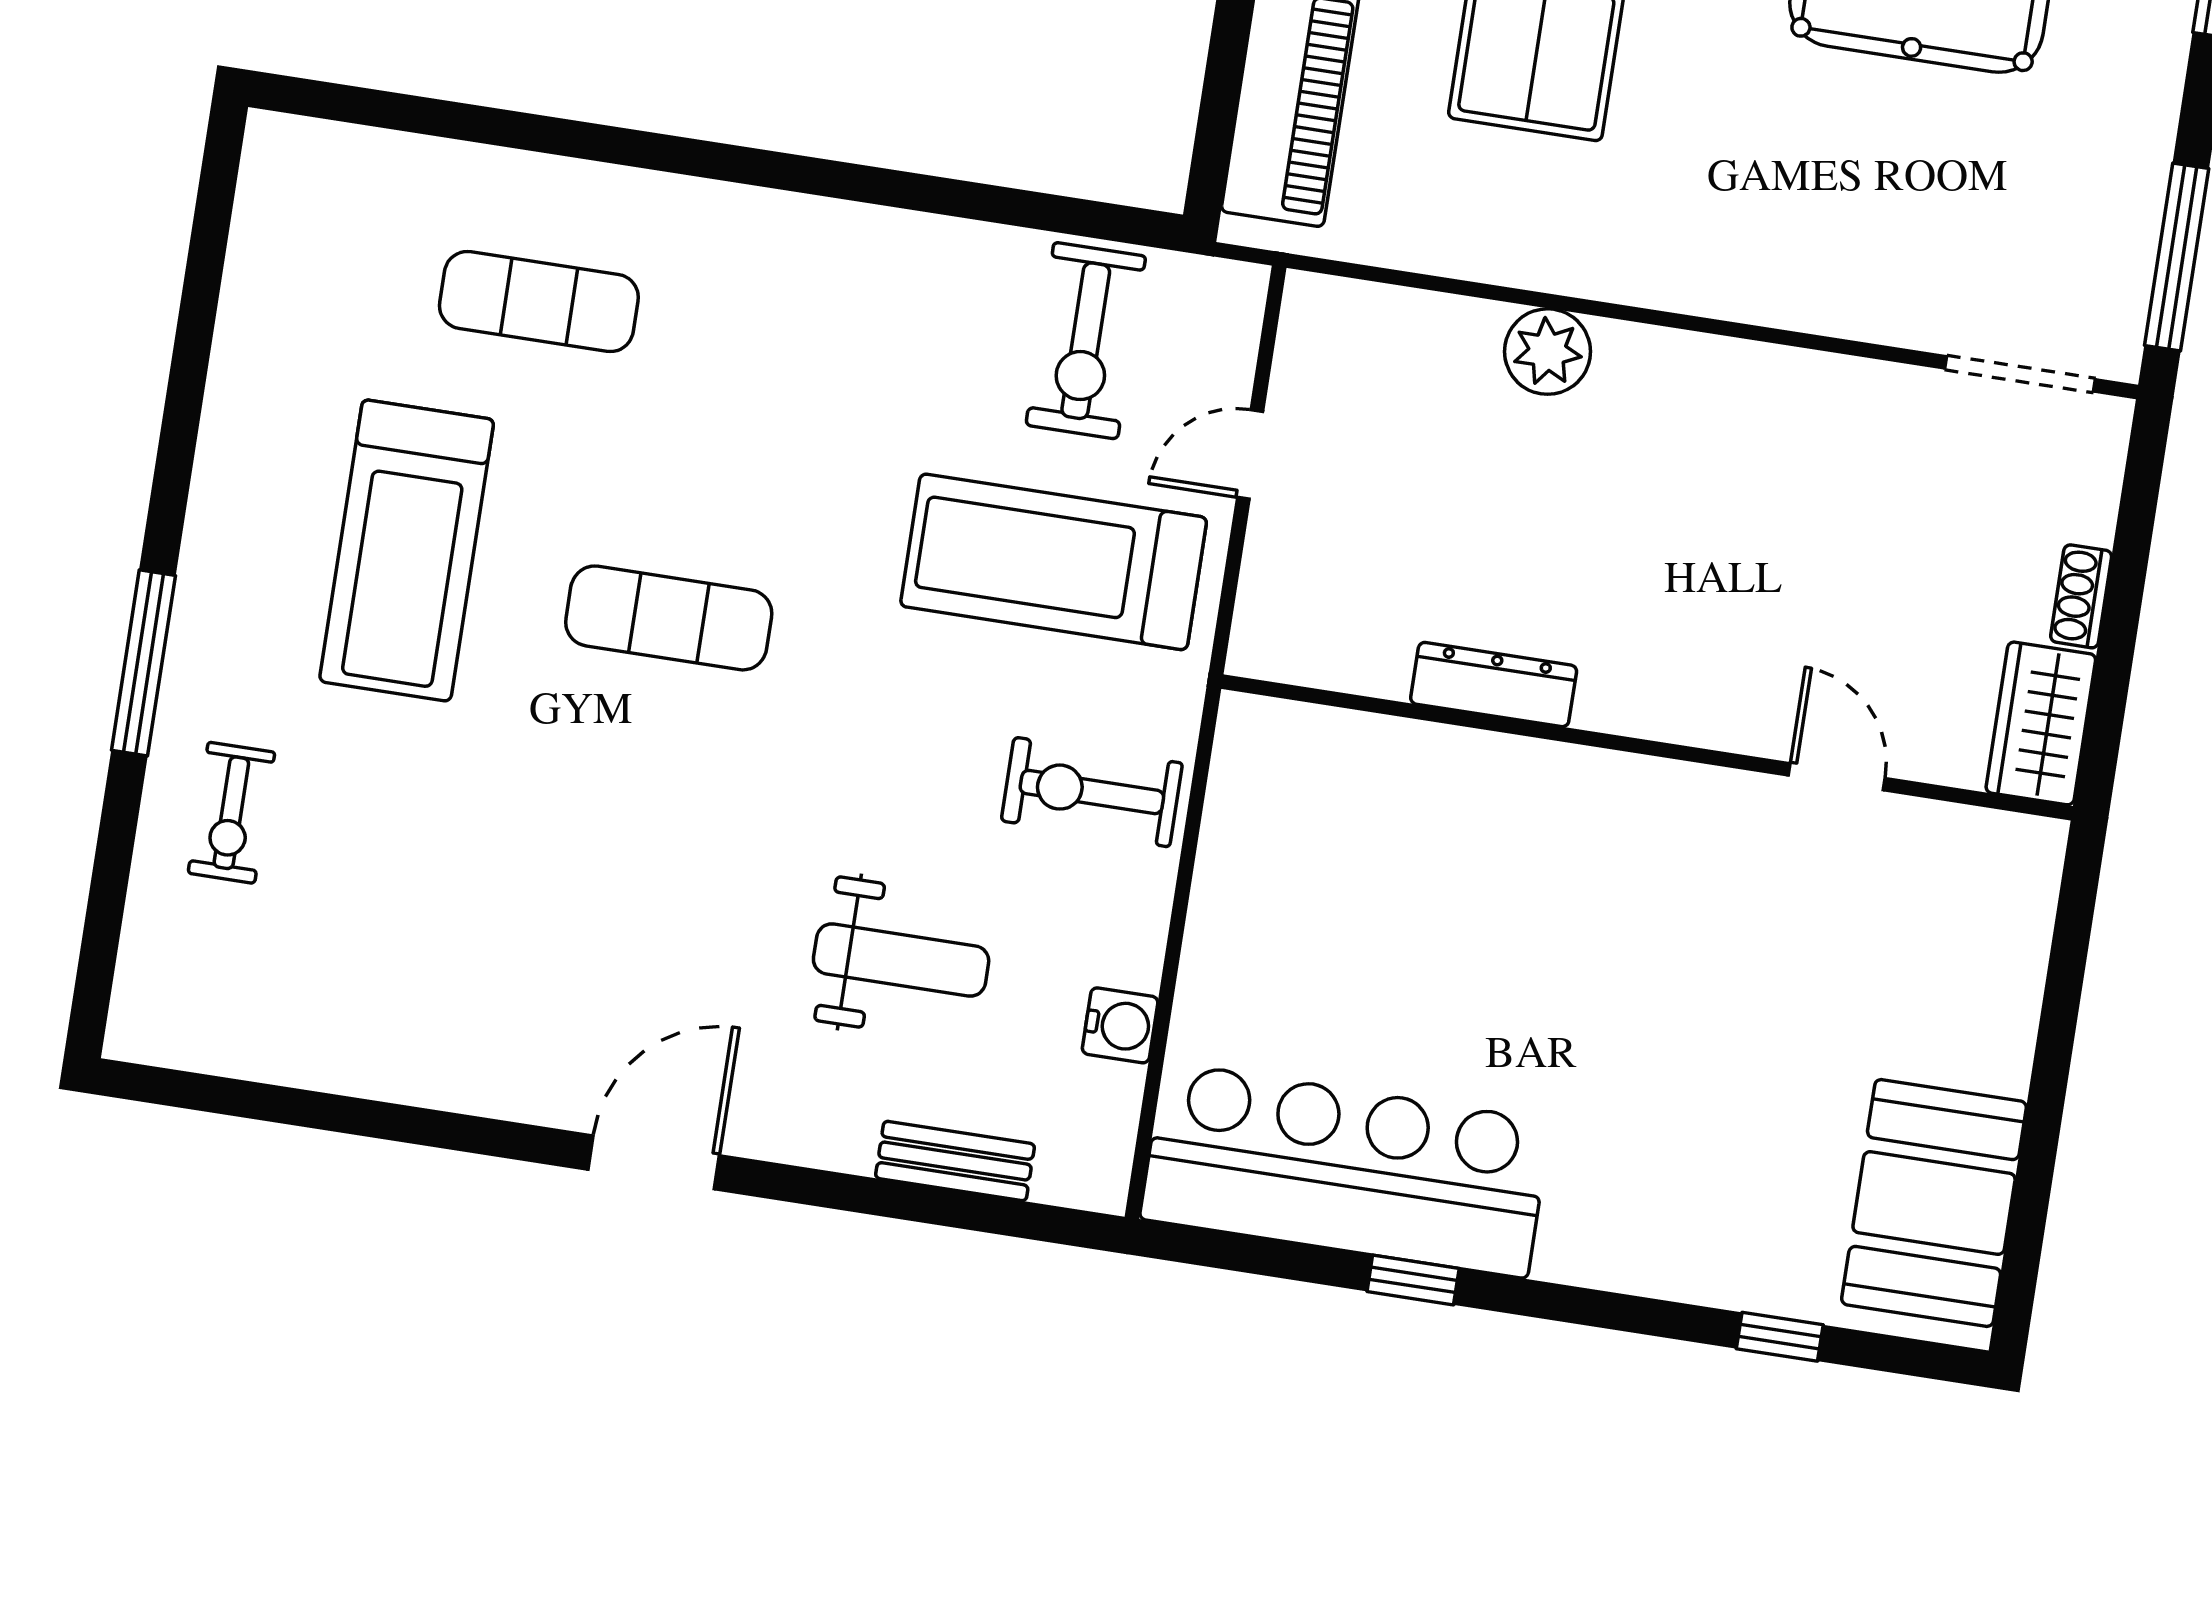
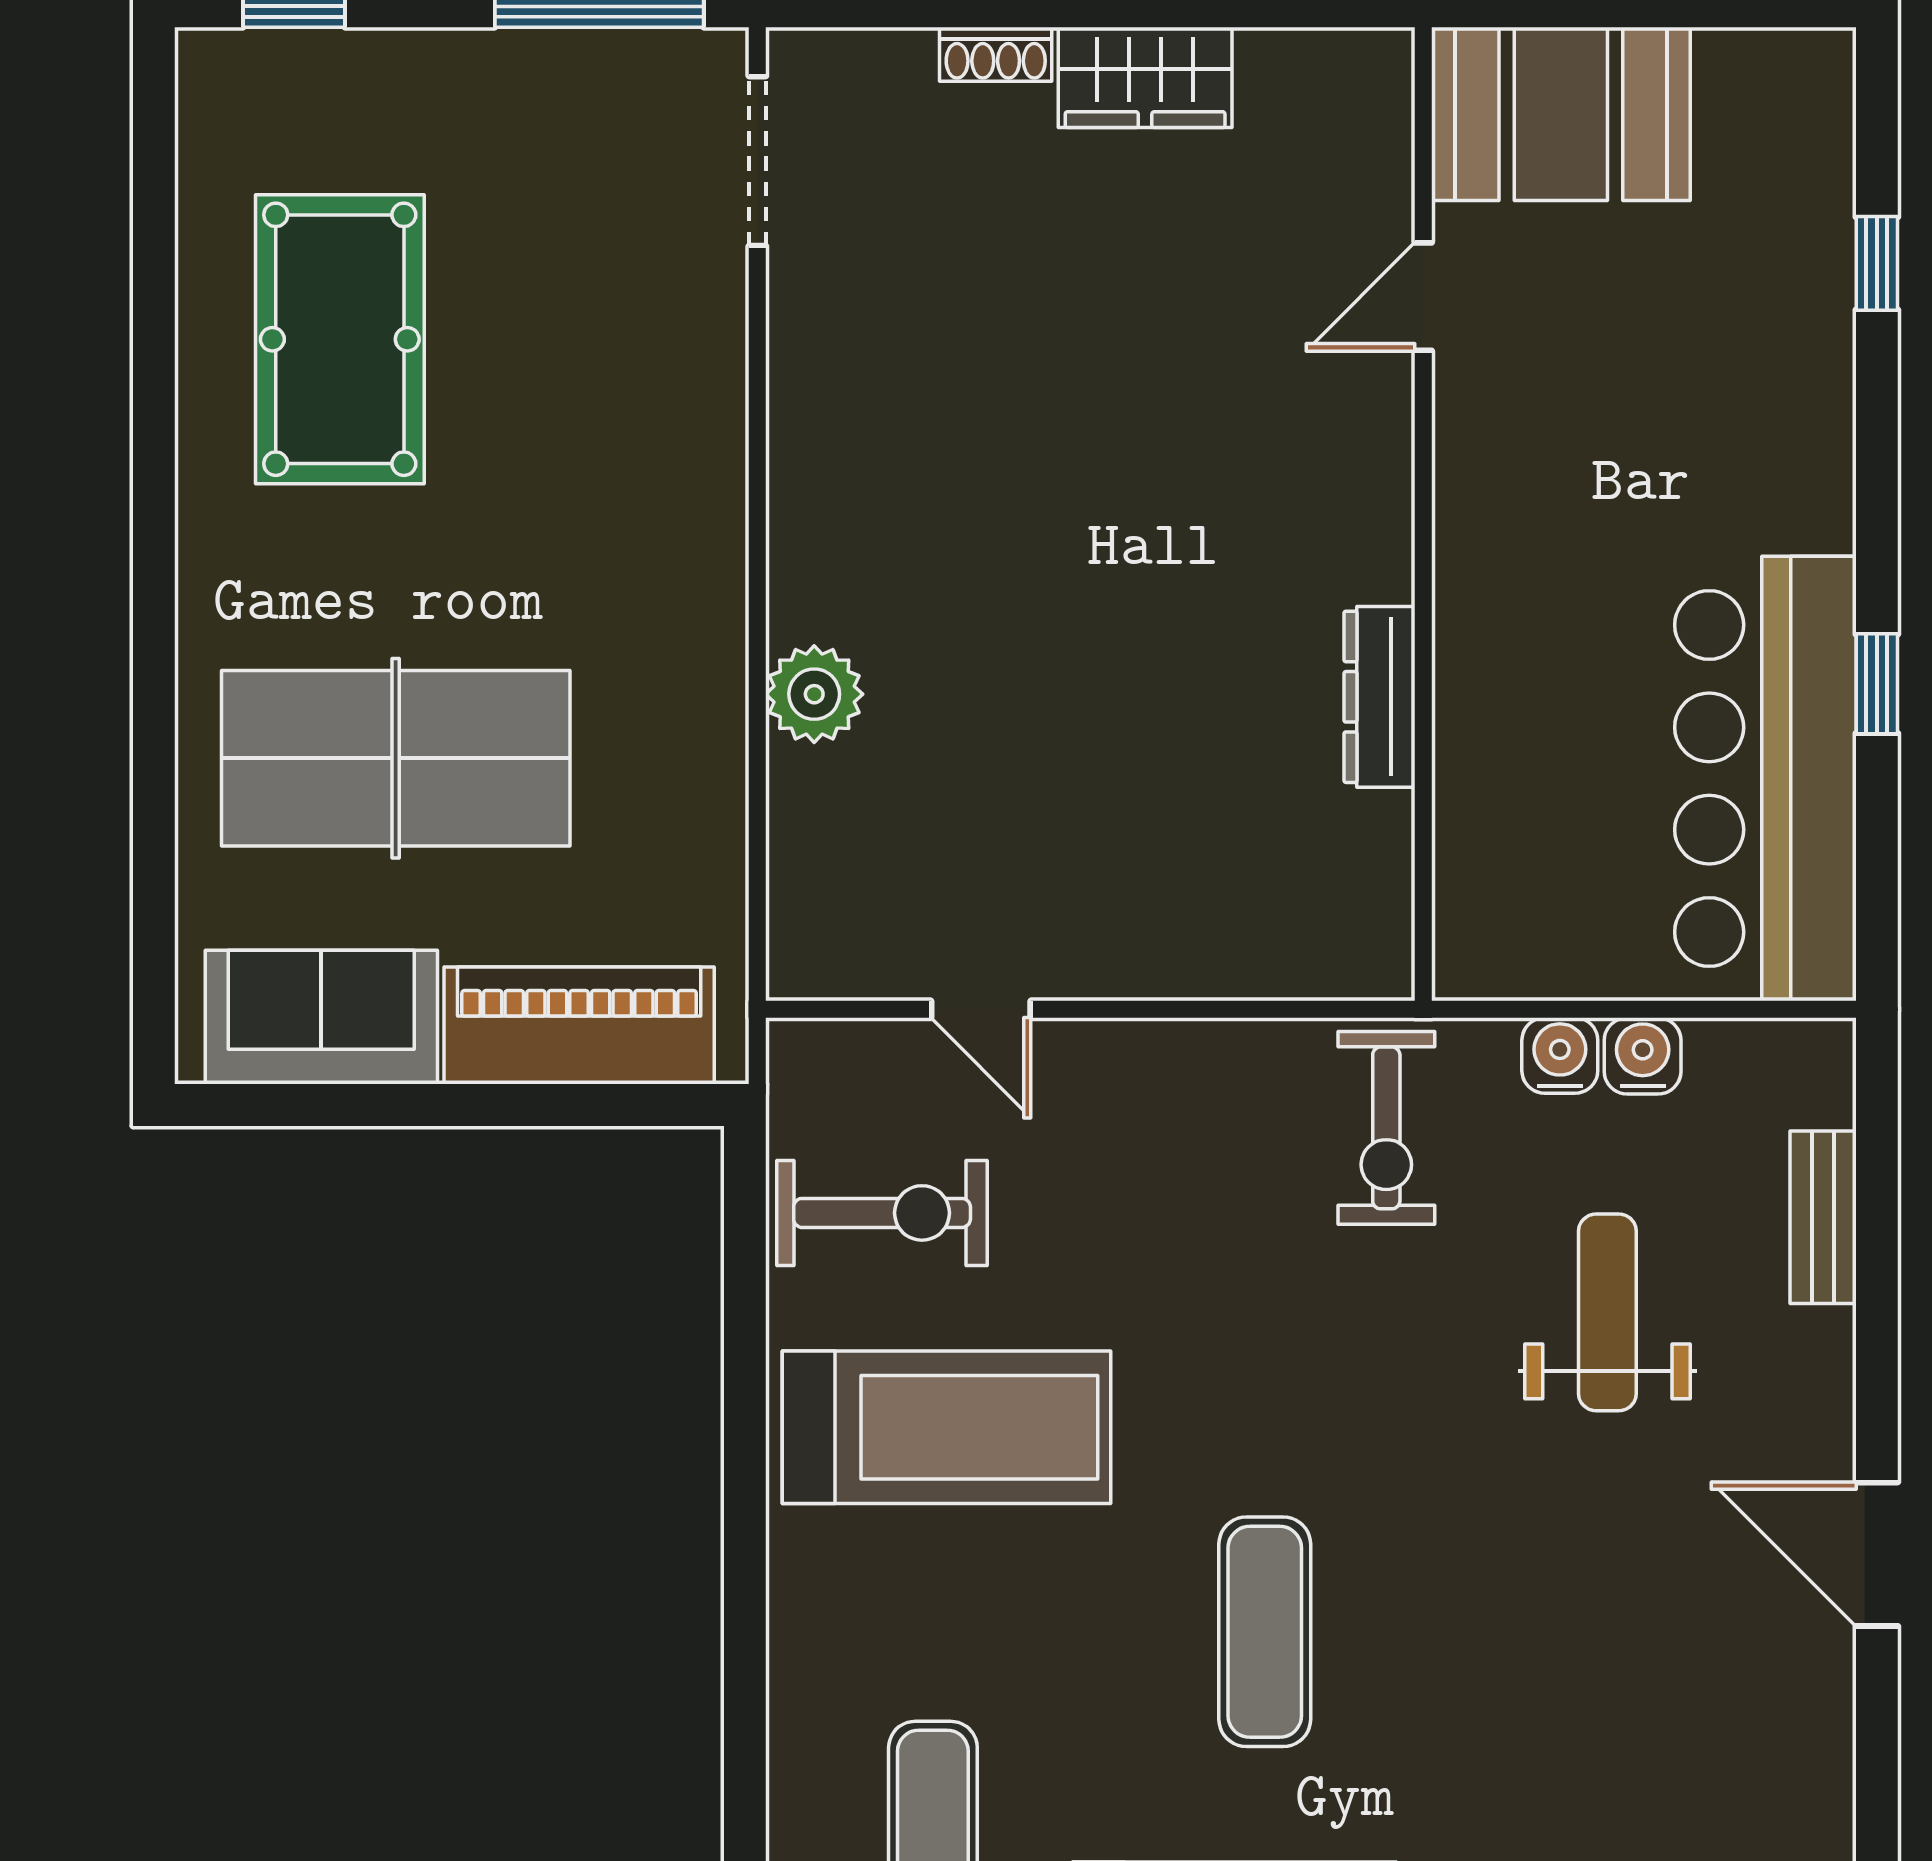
treadmill: (1054, 562) -> (946, 1427), moved, turned -90
dresser: (1494, 685) -> (1379, 697), moved
wall: (1647, 747) -> (1423, 514), moved
door: (1837, 777) -> (1423, 297), moved
water cooler: (1132, 953) -> (1560, 1055), added
booth: (1934, 1203) -> (1561, 114), moved

